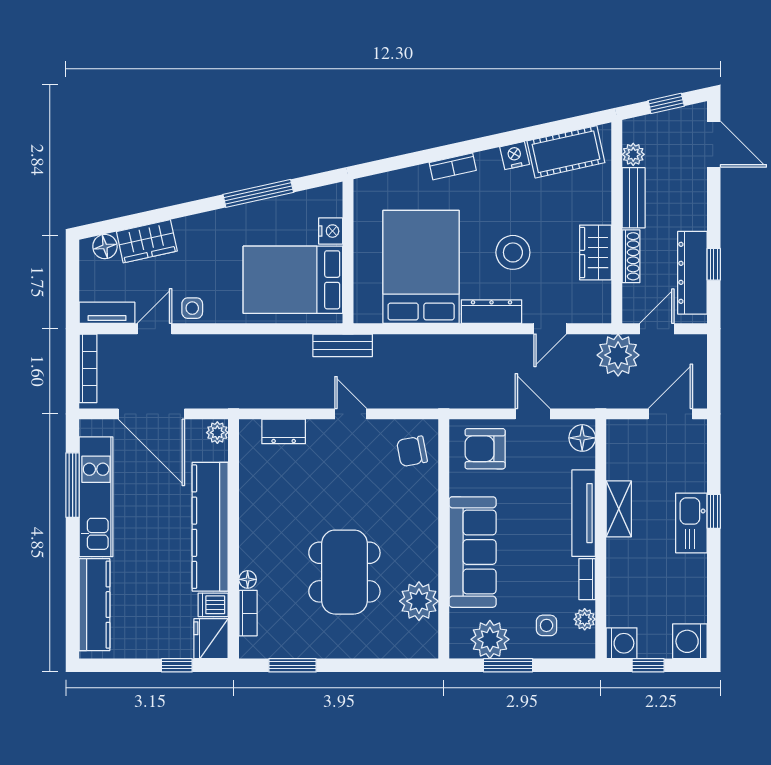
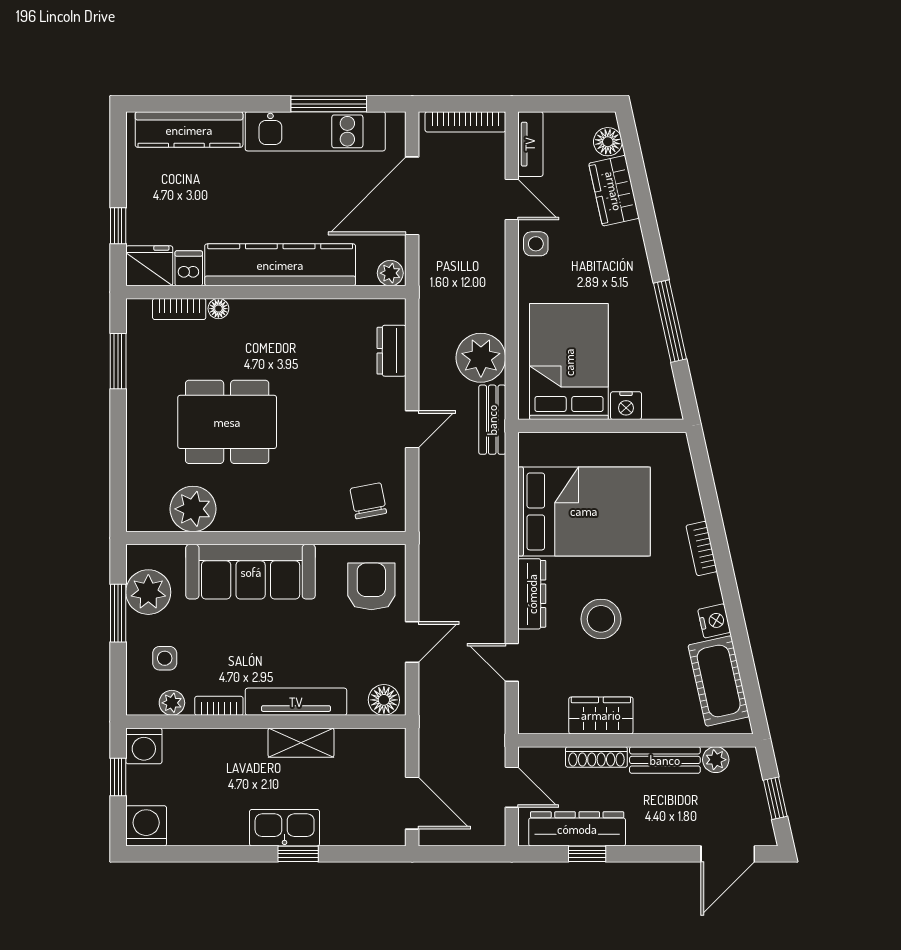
plant: (618, 355) -> (481, 358), moved

